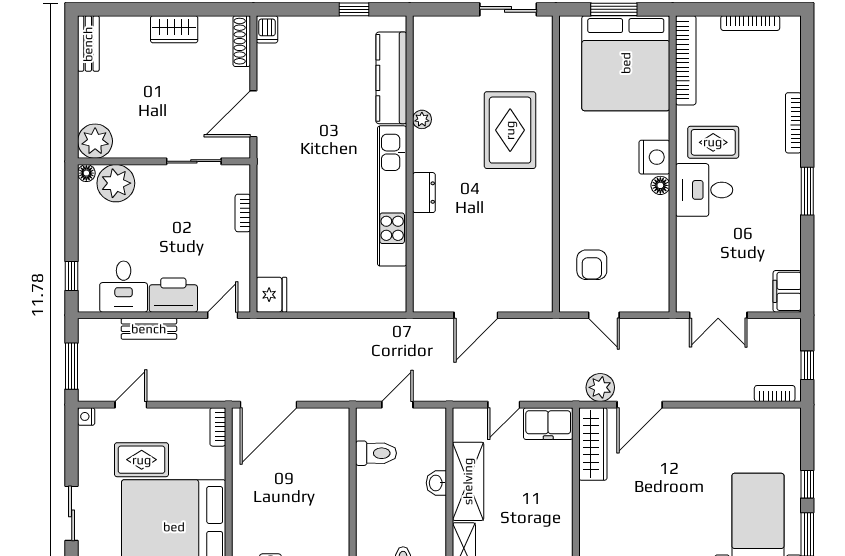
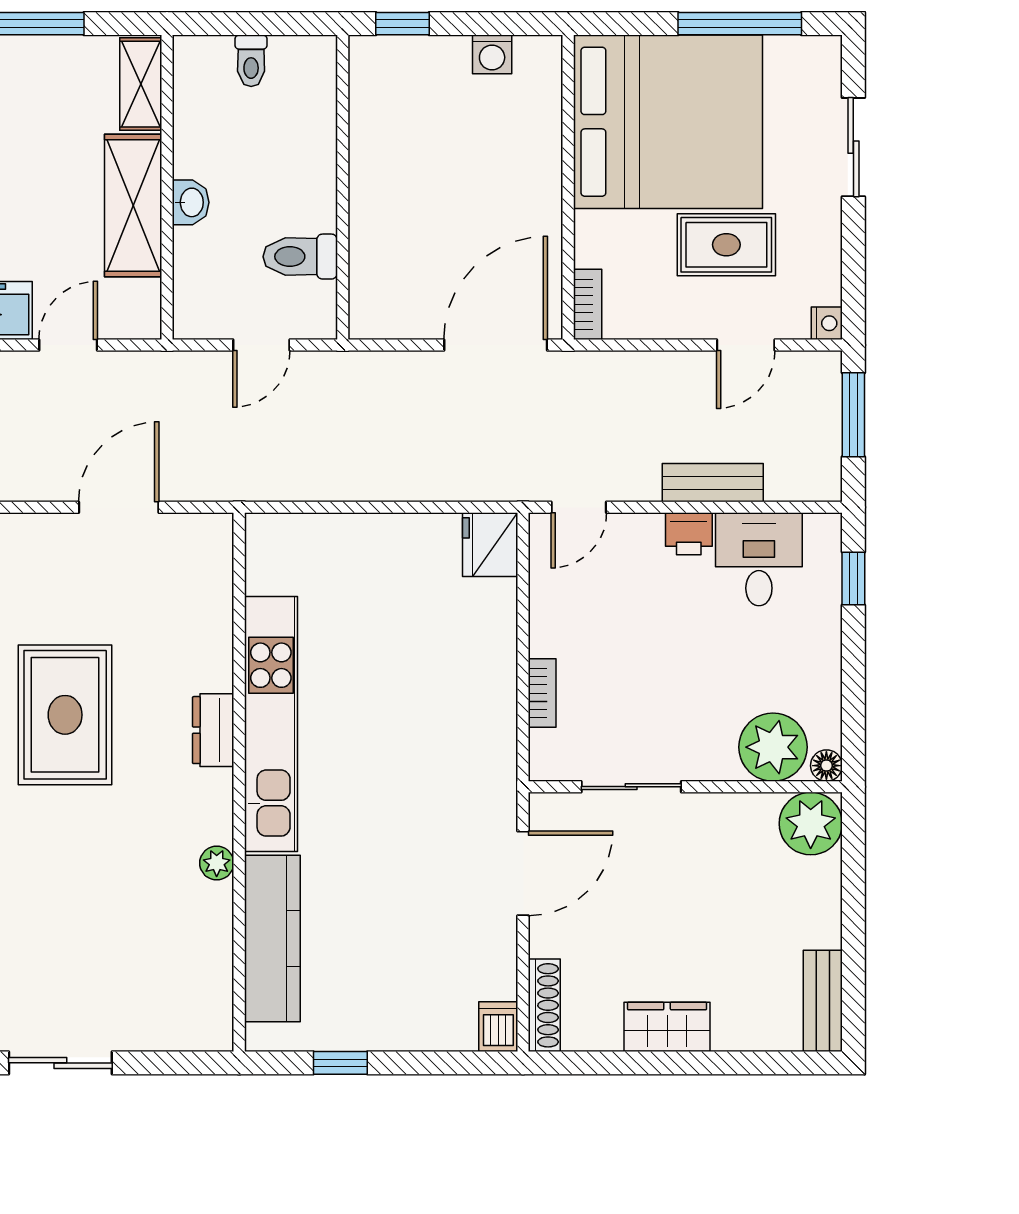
rug: (510, 130) -> (65, 715), moved
printer: (173, 295) -> (689, 534), width x0.53, depth x0.68

